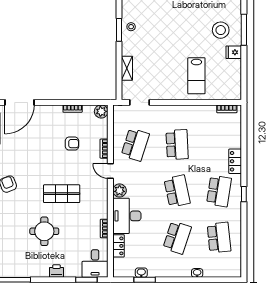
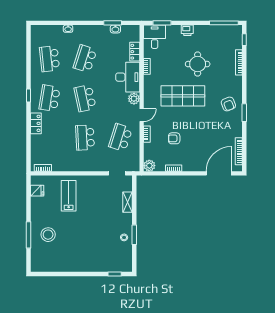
fridge: (234, 52) -> (37, 191), moved
door: (110, 171) -> (142, 115), hinge flipped
shop shelf: (62, 194) -> (183, 96), width x1.43, depth x1.36

